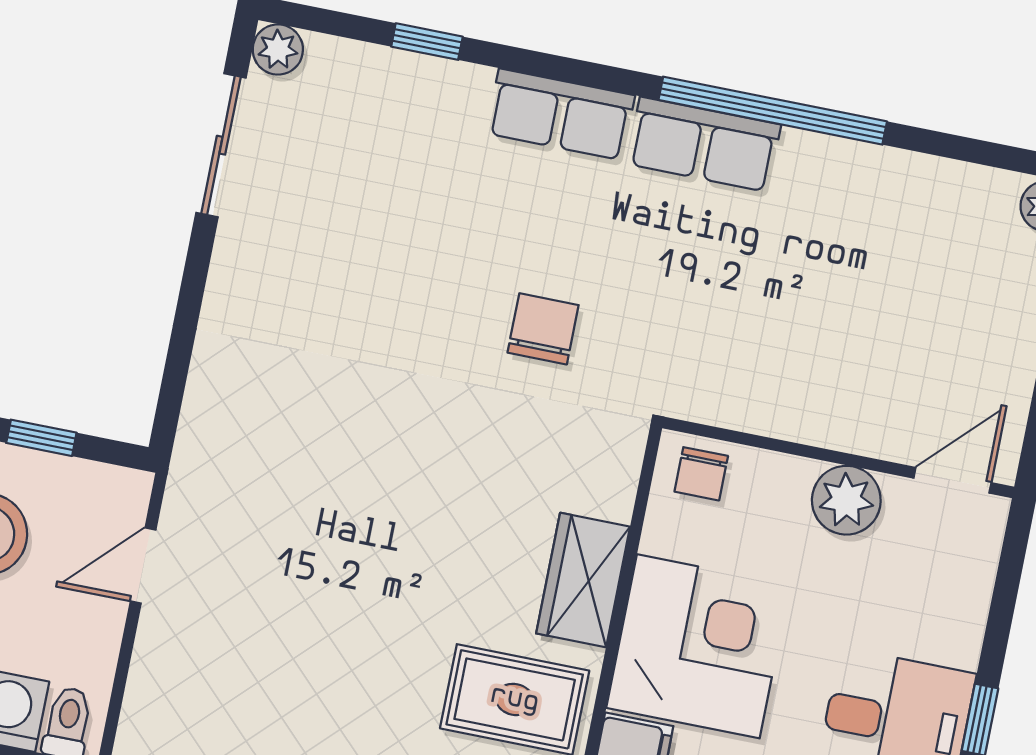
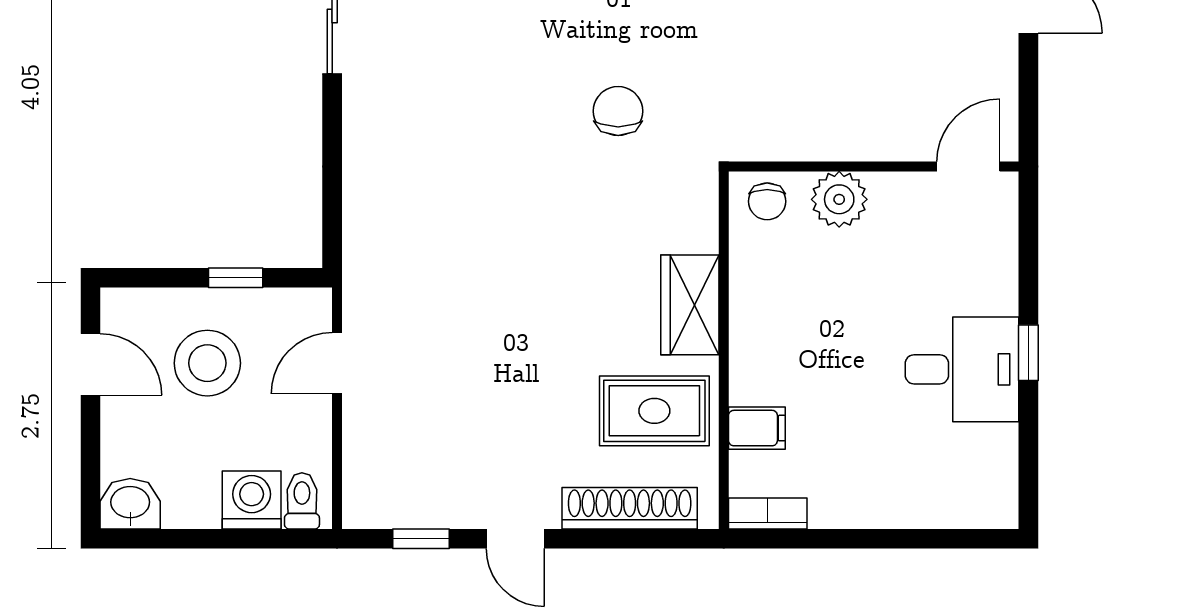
plant: (846, 500) -> (839, 199), moved
corner desk: (698, 646) -> (792, 339), removed

